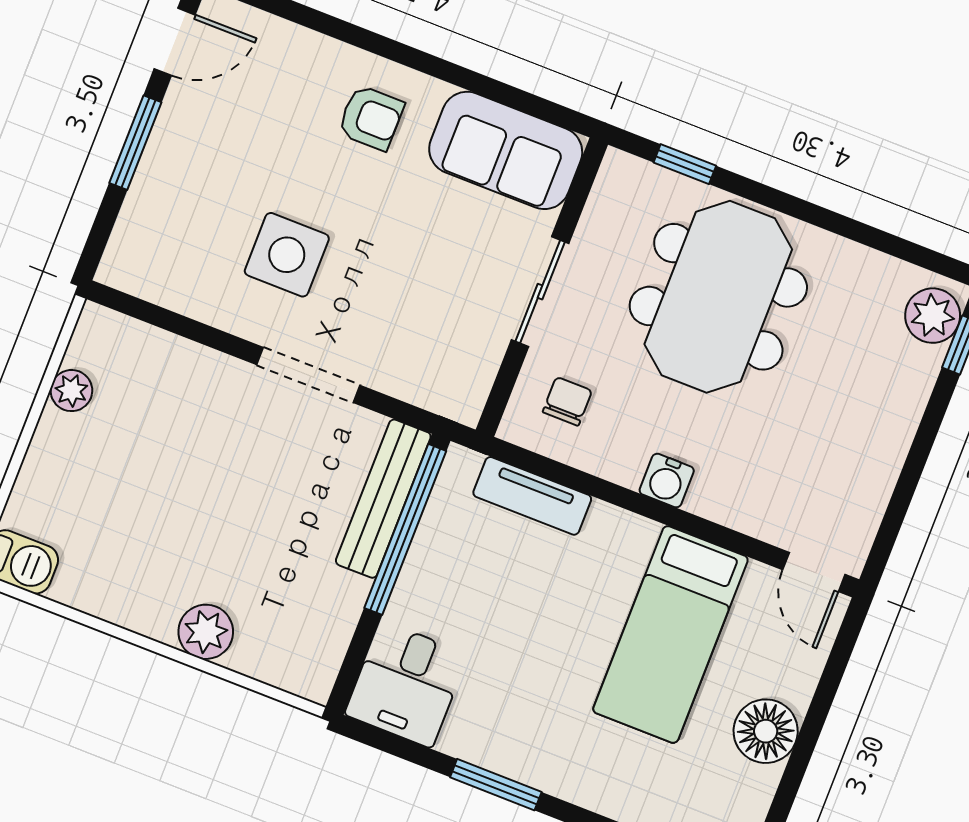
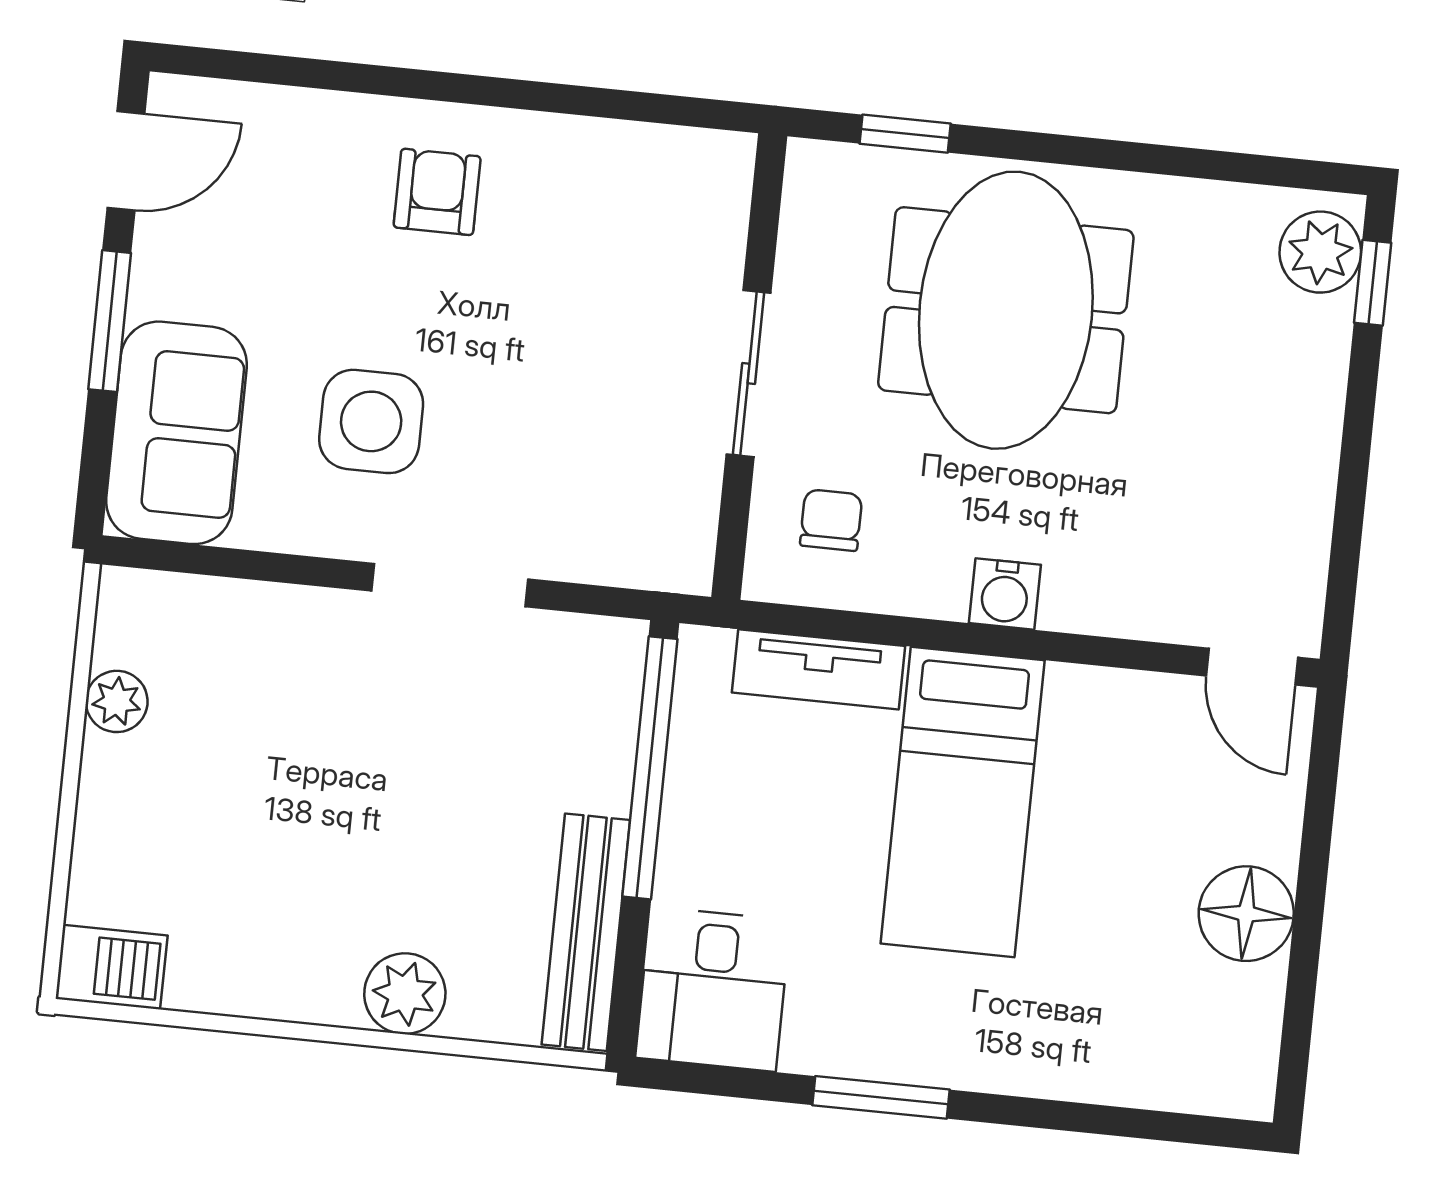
armchair: (371, 118) -> (437, 192), turned -90
sofa: (506, 150) -> (176, 433), moved, turned -90
bench: (383, 499) -> (586, 932), moved
bed: (670, 635) -> (963, 802), moved

